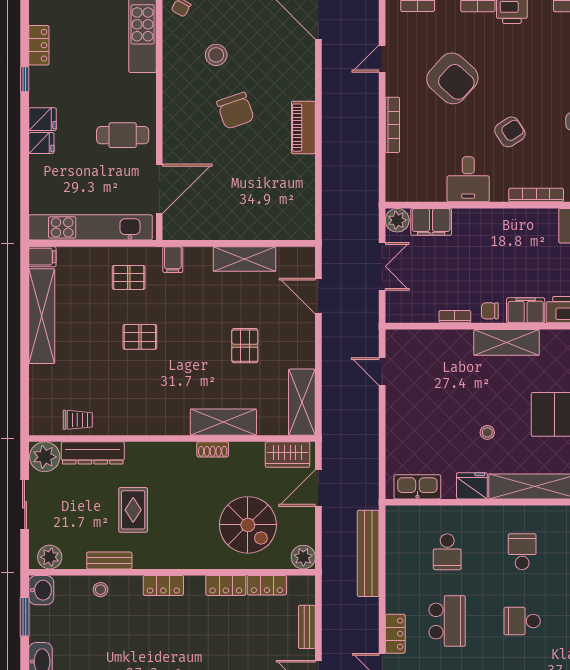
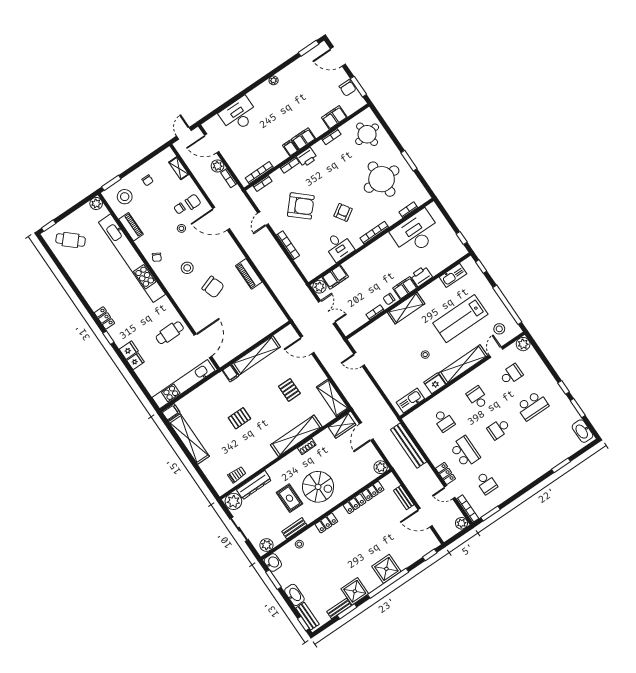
shelving: (244, 259) -> (256, 355), width x1.47
pallet: (129, 277) -> (216, 395), removed
shelving: (223, 422) -> (296, 436), width x1.47
spiral stairs: (248, 525) -> (318, 487), moved

